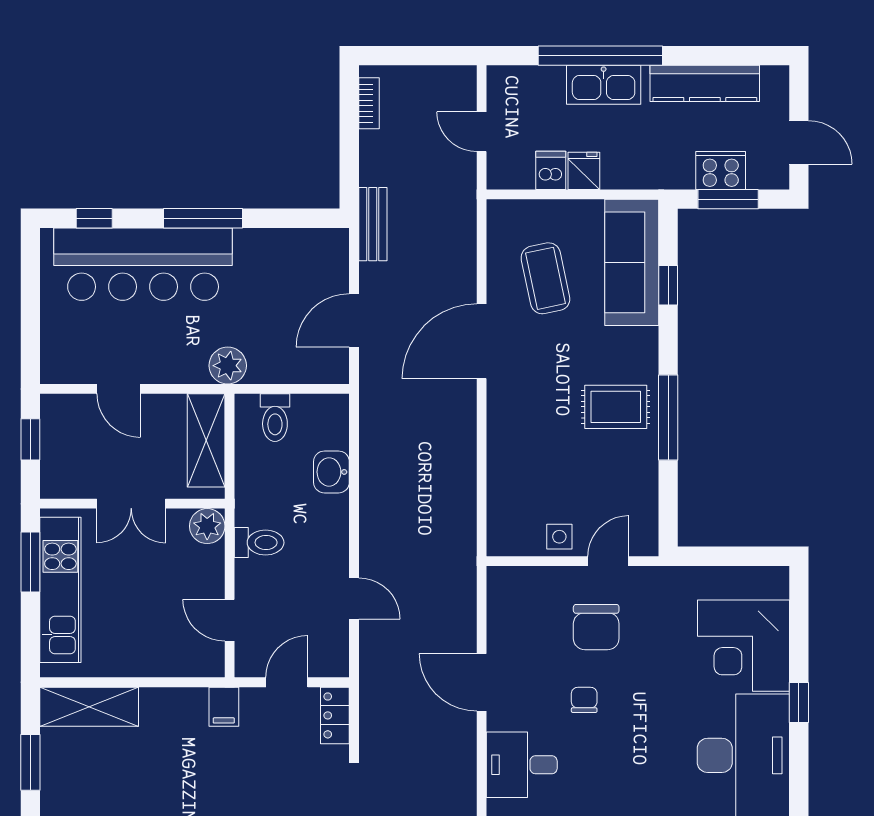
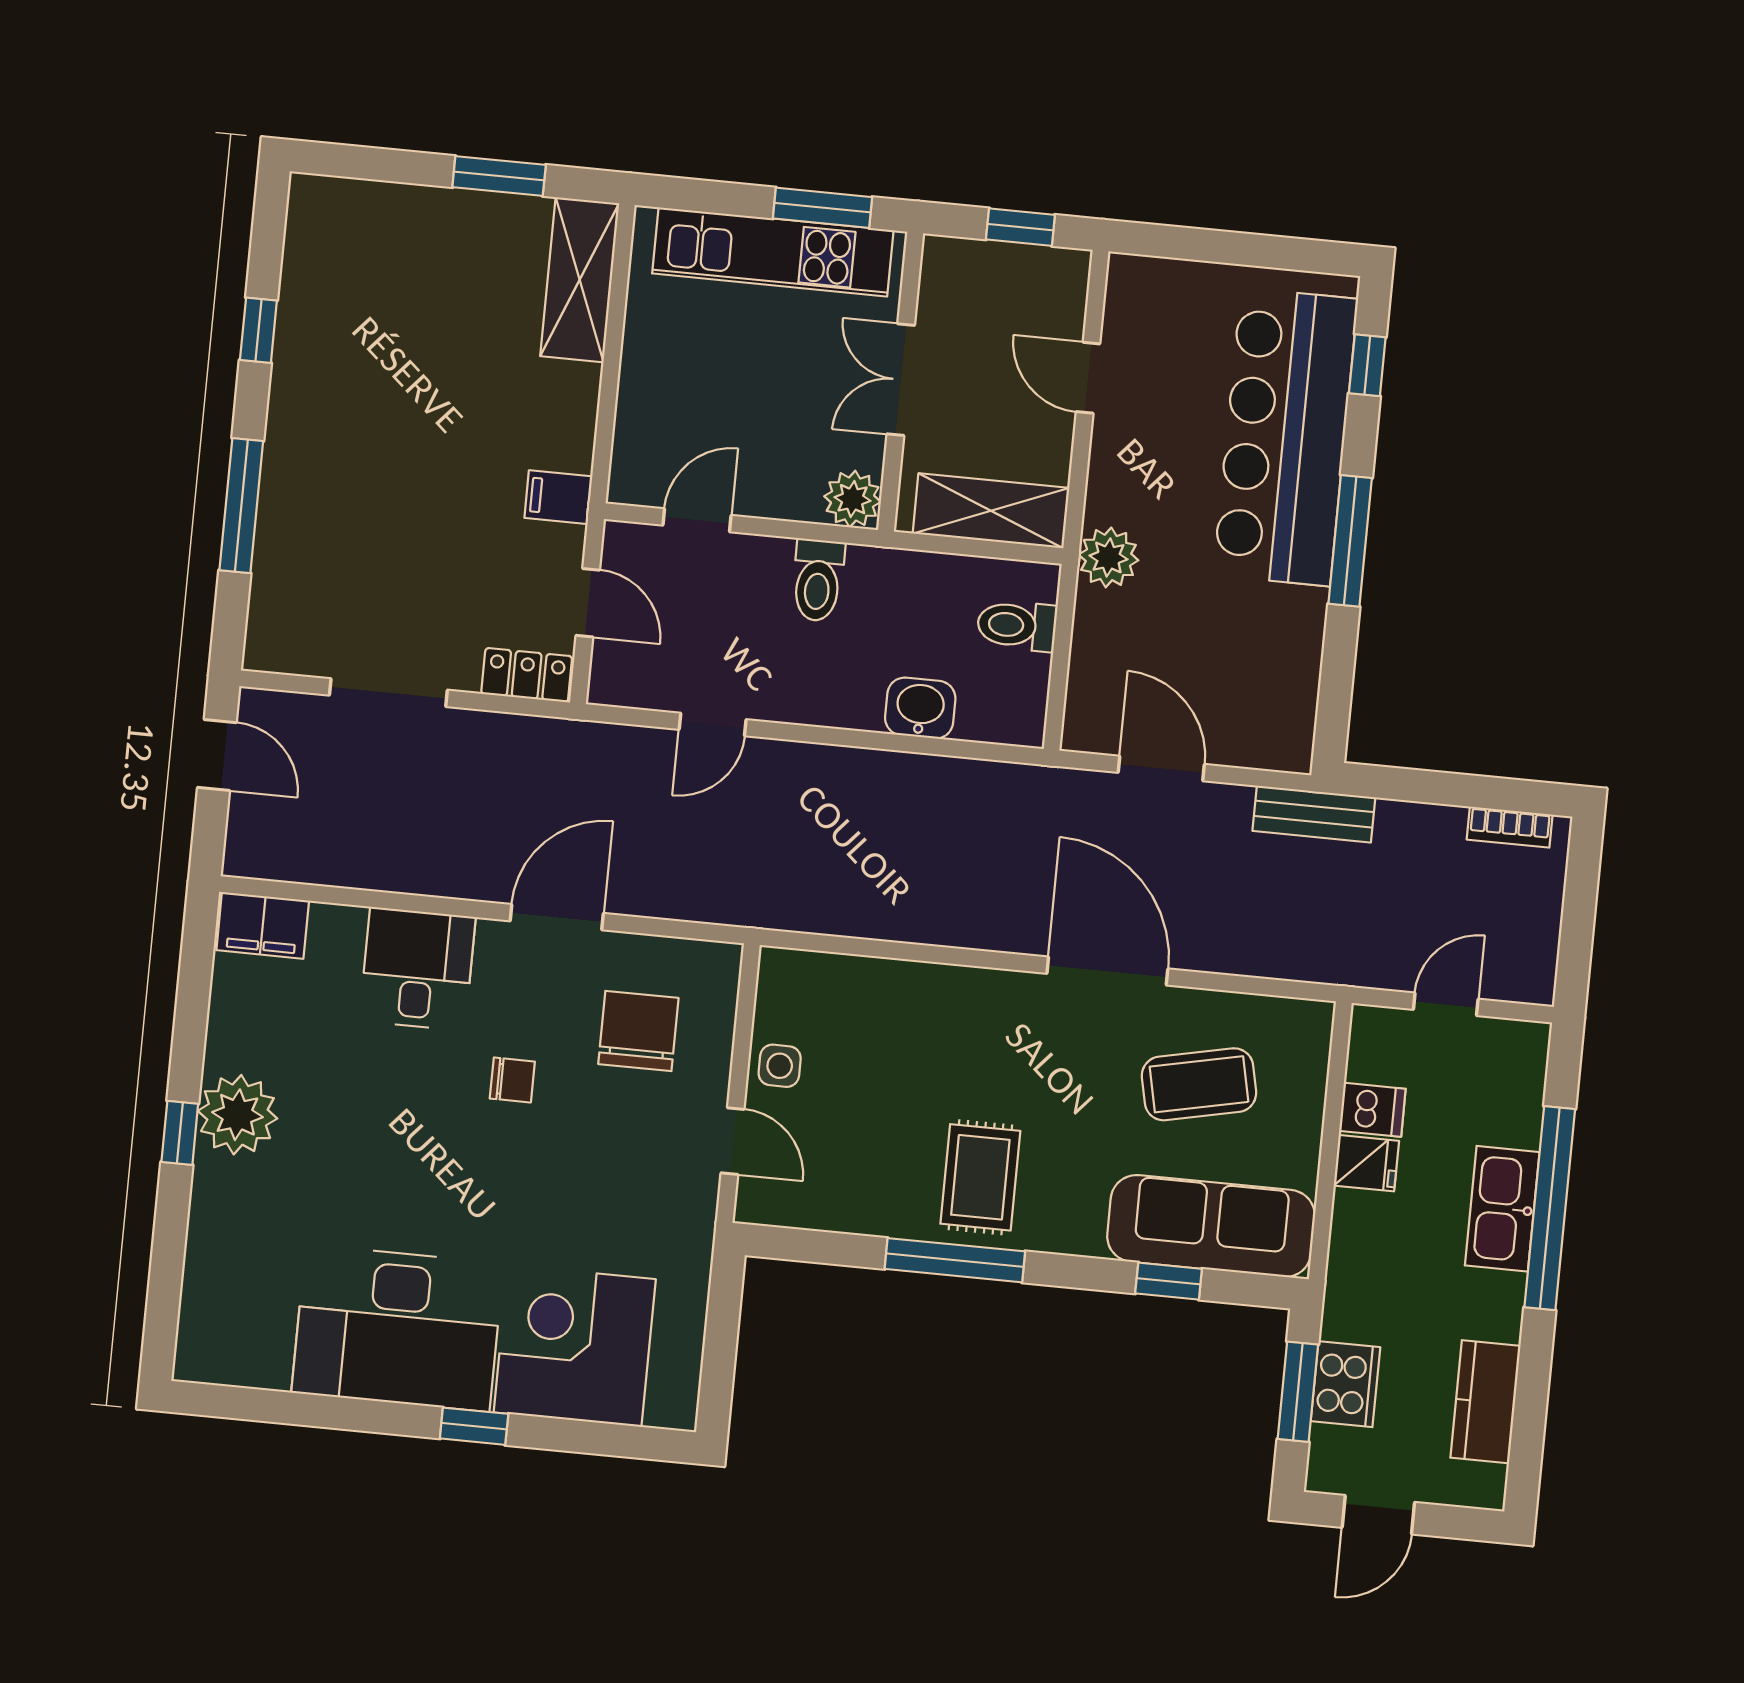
kitchen counter: (705, 83) -> (1485, 1402), width x0.67
door: (119, 389) -> (1088, 378), hinge flipped
chair: (596, 627) -> (638, 1031), moved, turned 90

